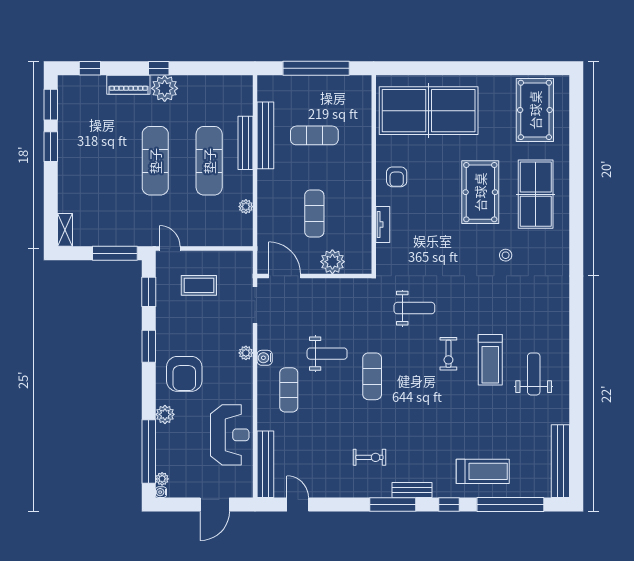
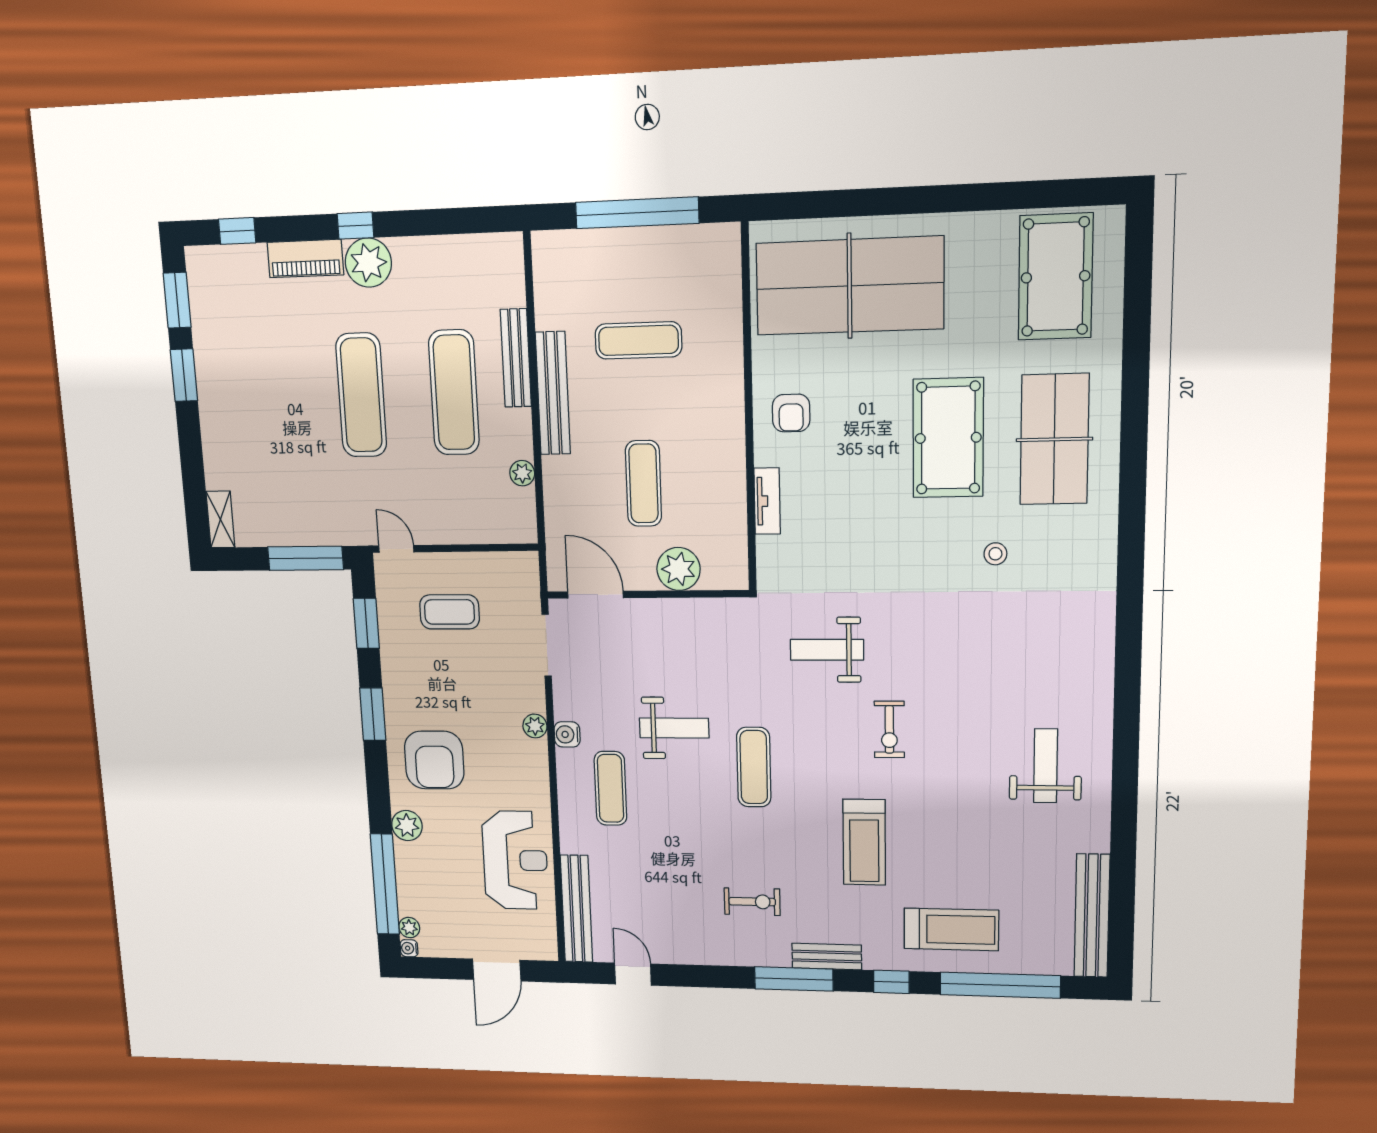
bench: (265, 135) -> (553, 393), moved
weight bench: (414, 308) -> (827, 650), turned 180
treadmill: (490, 360) -> (864, 842), moved

